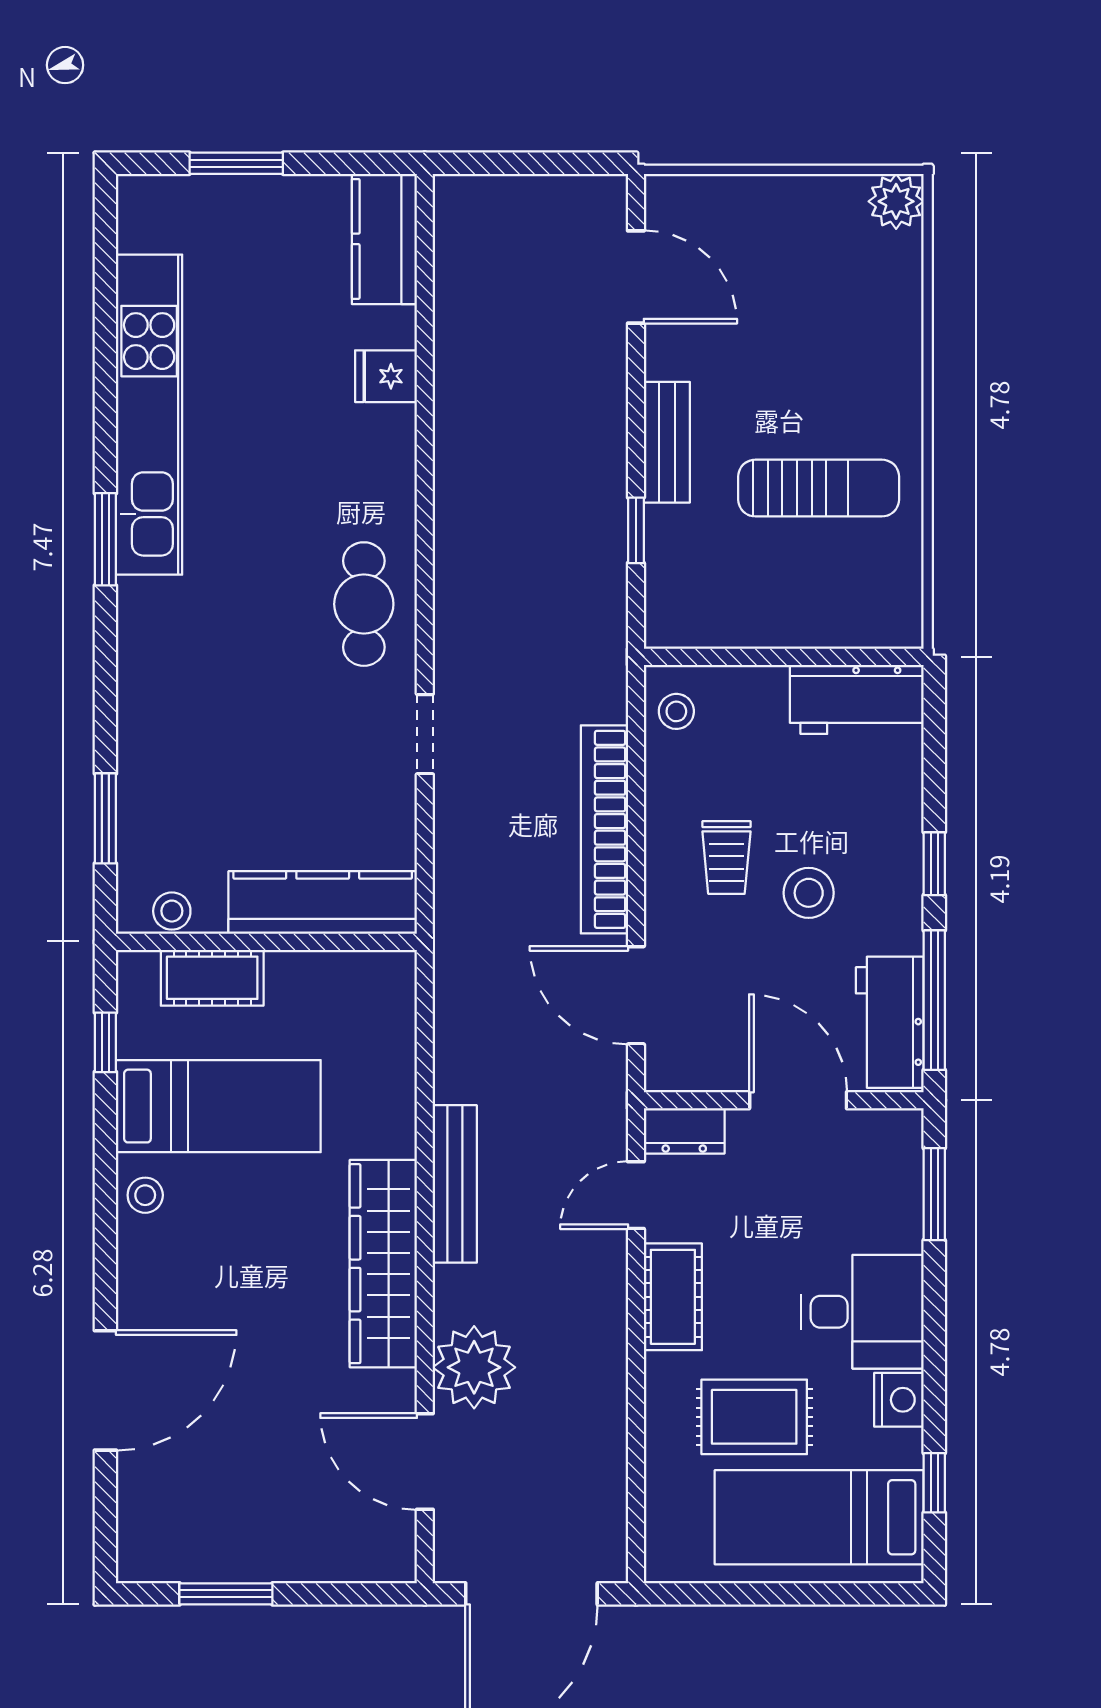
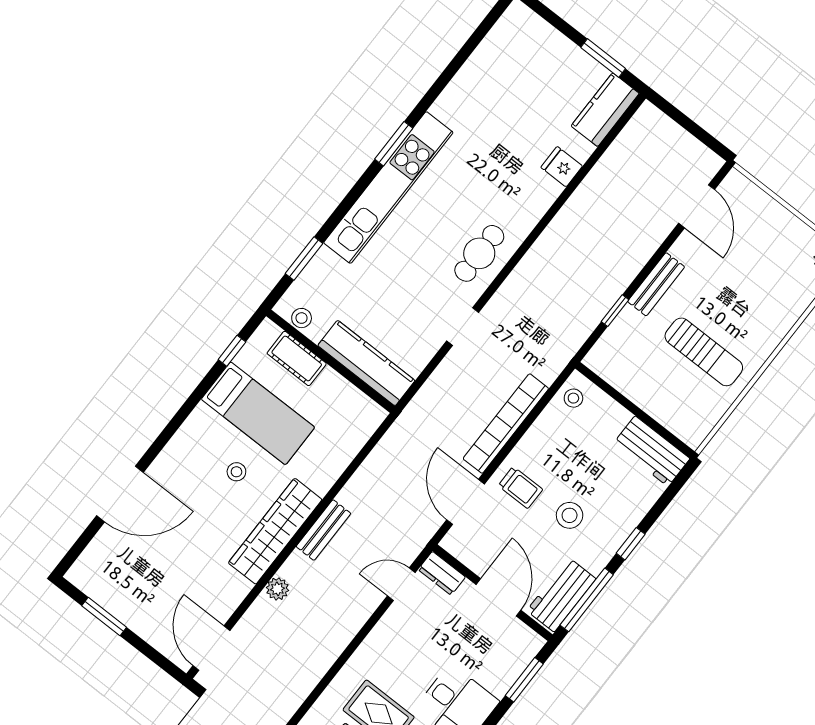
window: (236, 163) -> (603, 58), moved
kitchen unit: (149, 415) -> (388, 188), moved
trolley: (726, 858) -> (520, 488), moved, turned -90
bench: (455, 1184) -> (323, 530), width x0.73
stool: (145, 1195) -> (236, 472), moved
cot: (673, 1297) -> (384, 638), removed
plant: (474, 1367) -> (277, 589), width x0.53, depth x0.53
door: (425, 1461) -> (211, 648), moved

